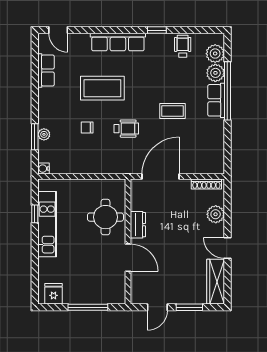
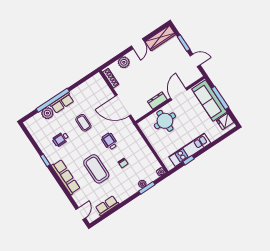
wheelchair: (183, 46) -> (61, 139), moved
plant: (215, 54) -> (37, 120), removed
sofa: (94, 291) -> (209, 100), added

